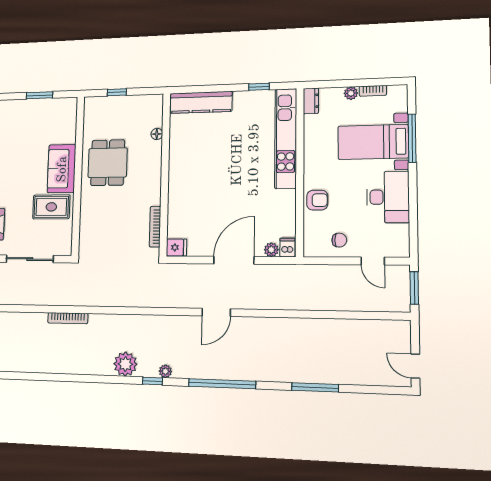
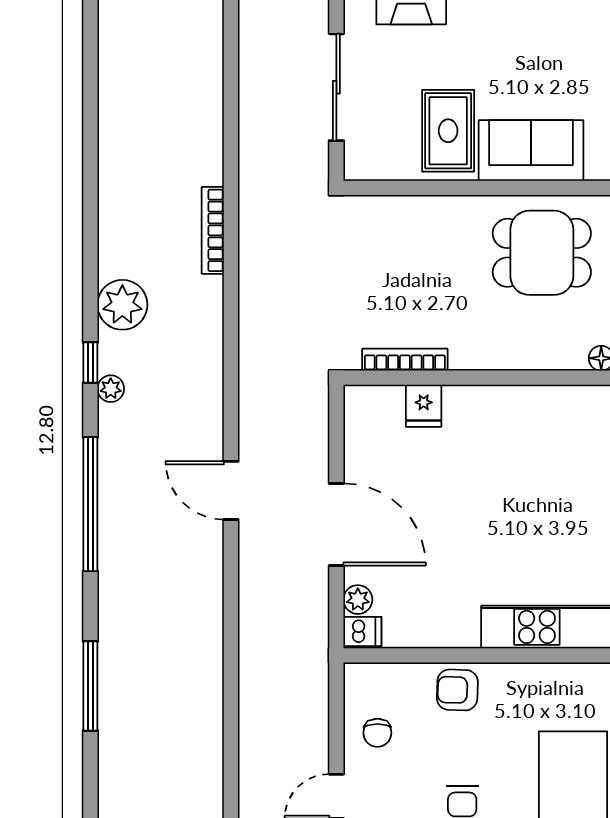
armchair: (317, 200) -> (457, 690), turned 92
fridge: (176, 247) -> (424, 406), moved
bookcase: (68, 318) -> (213, 230), moved

